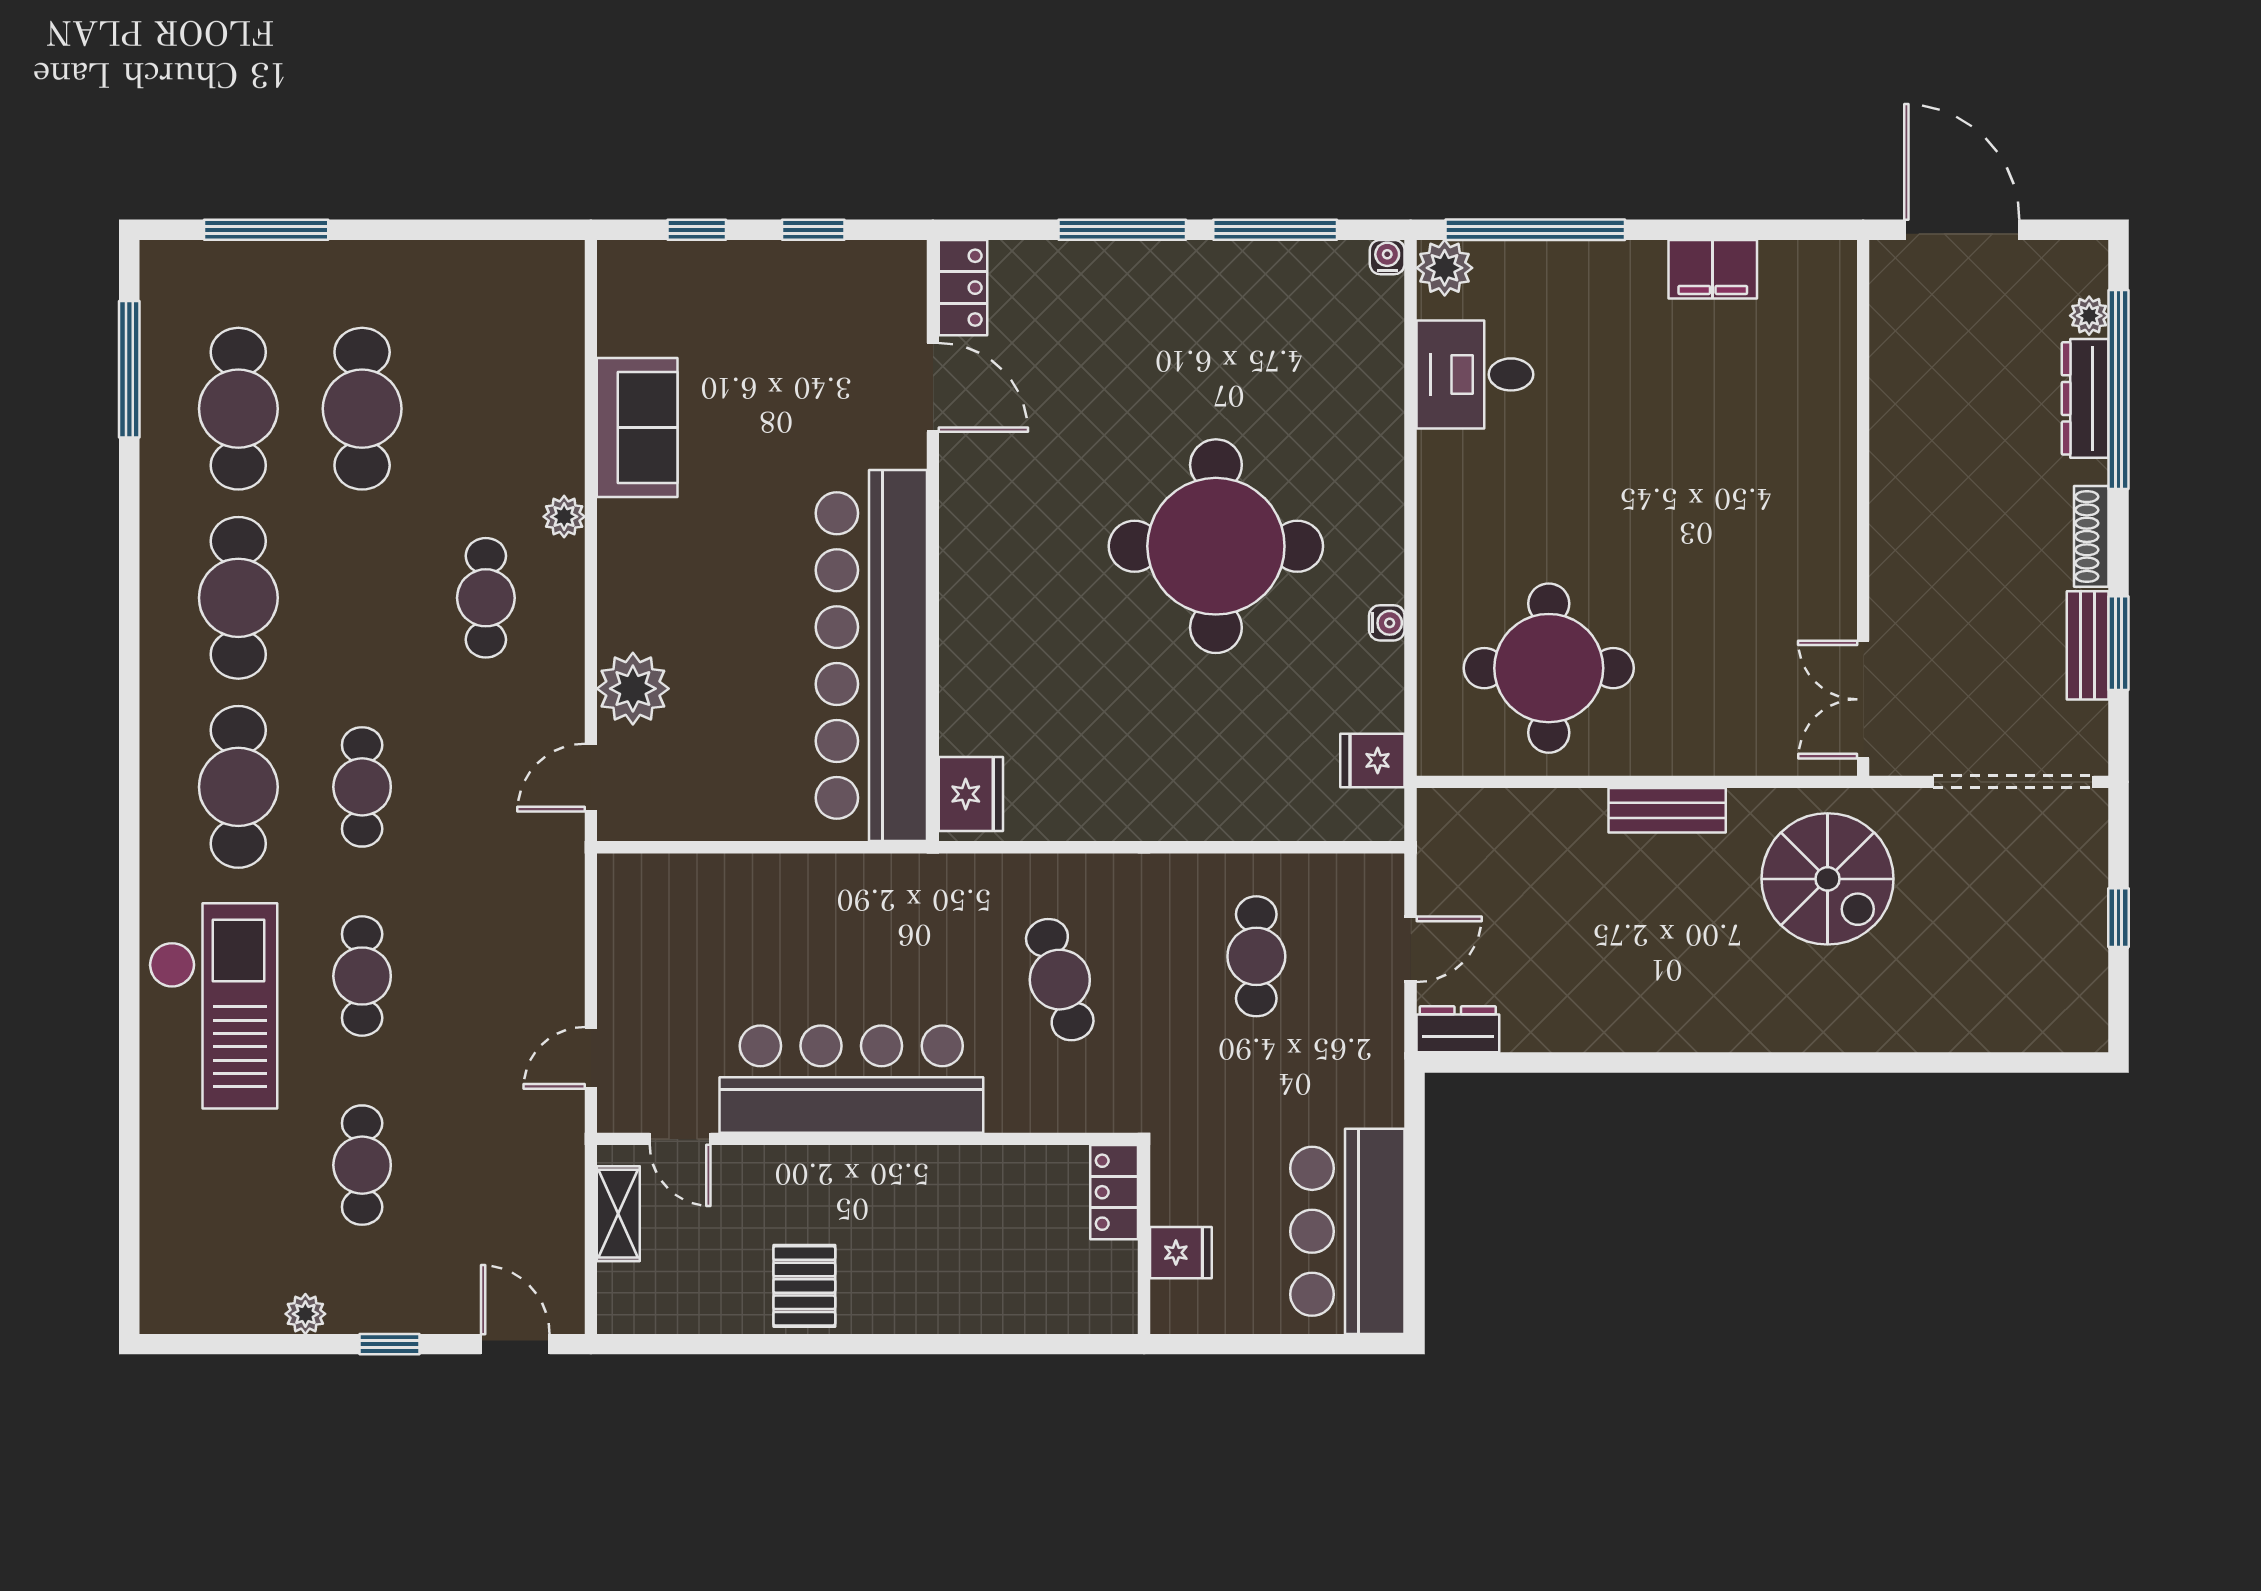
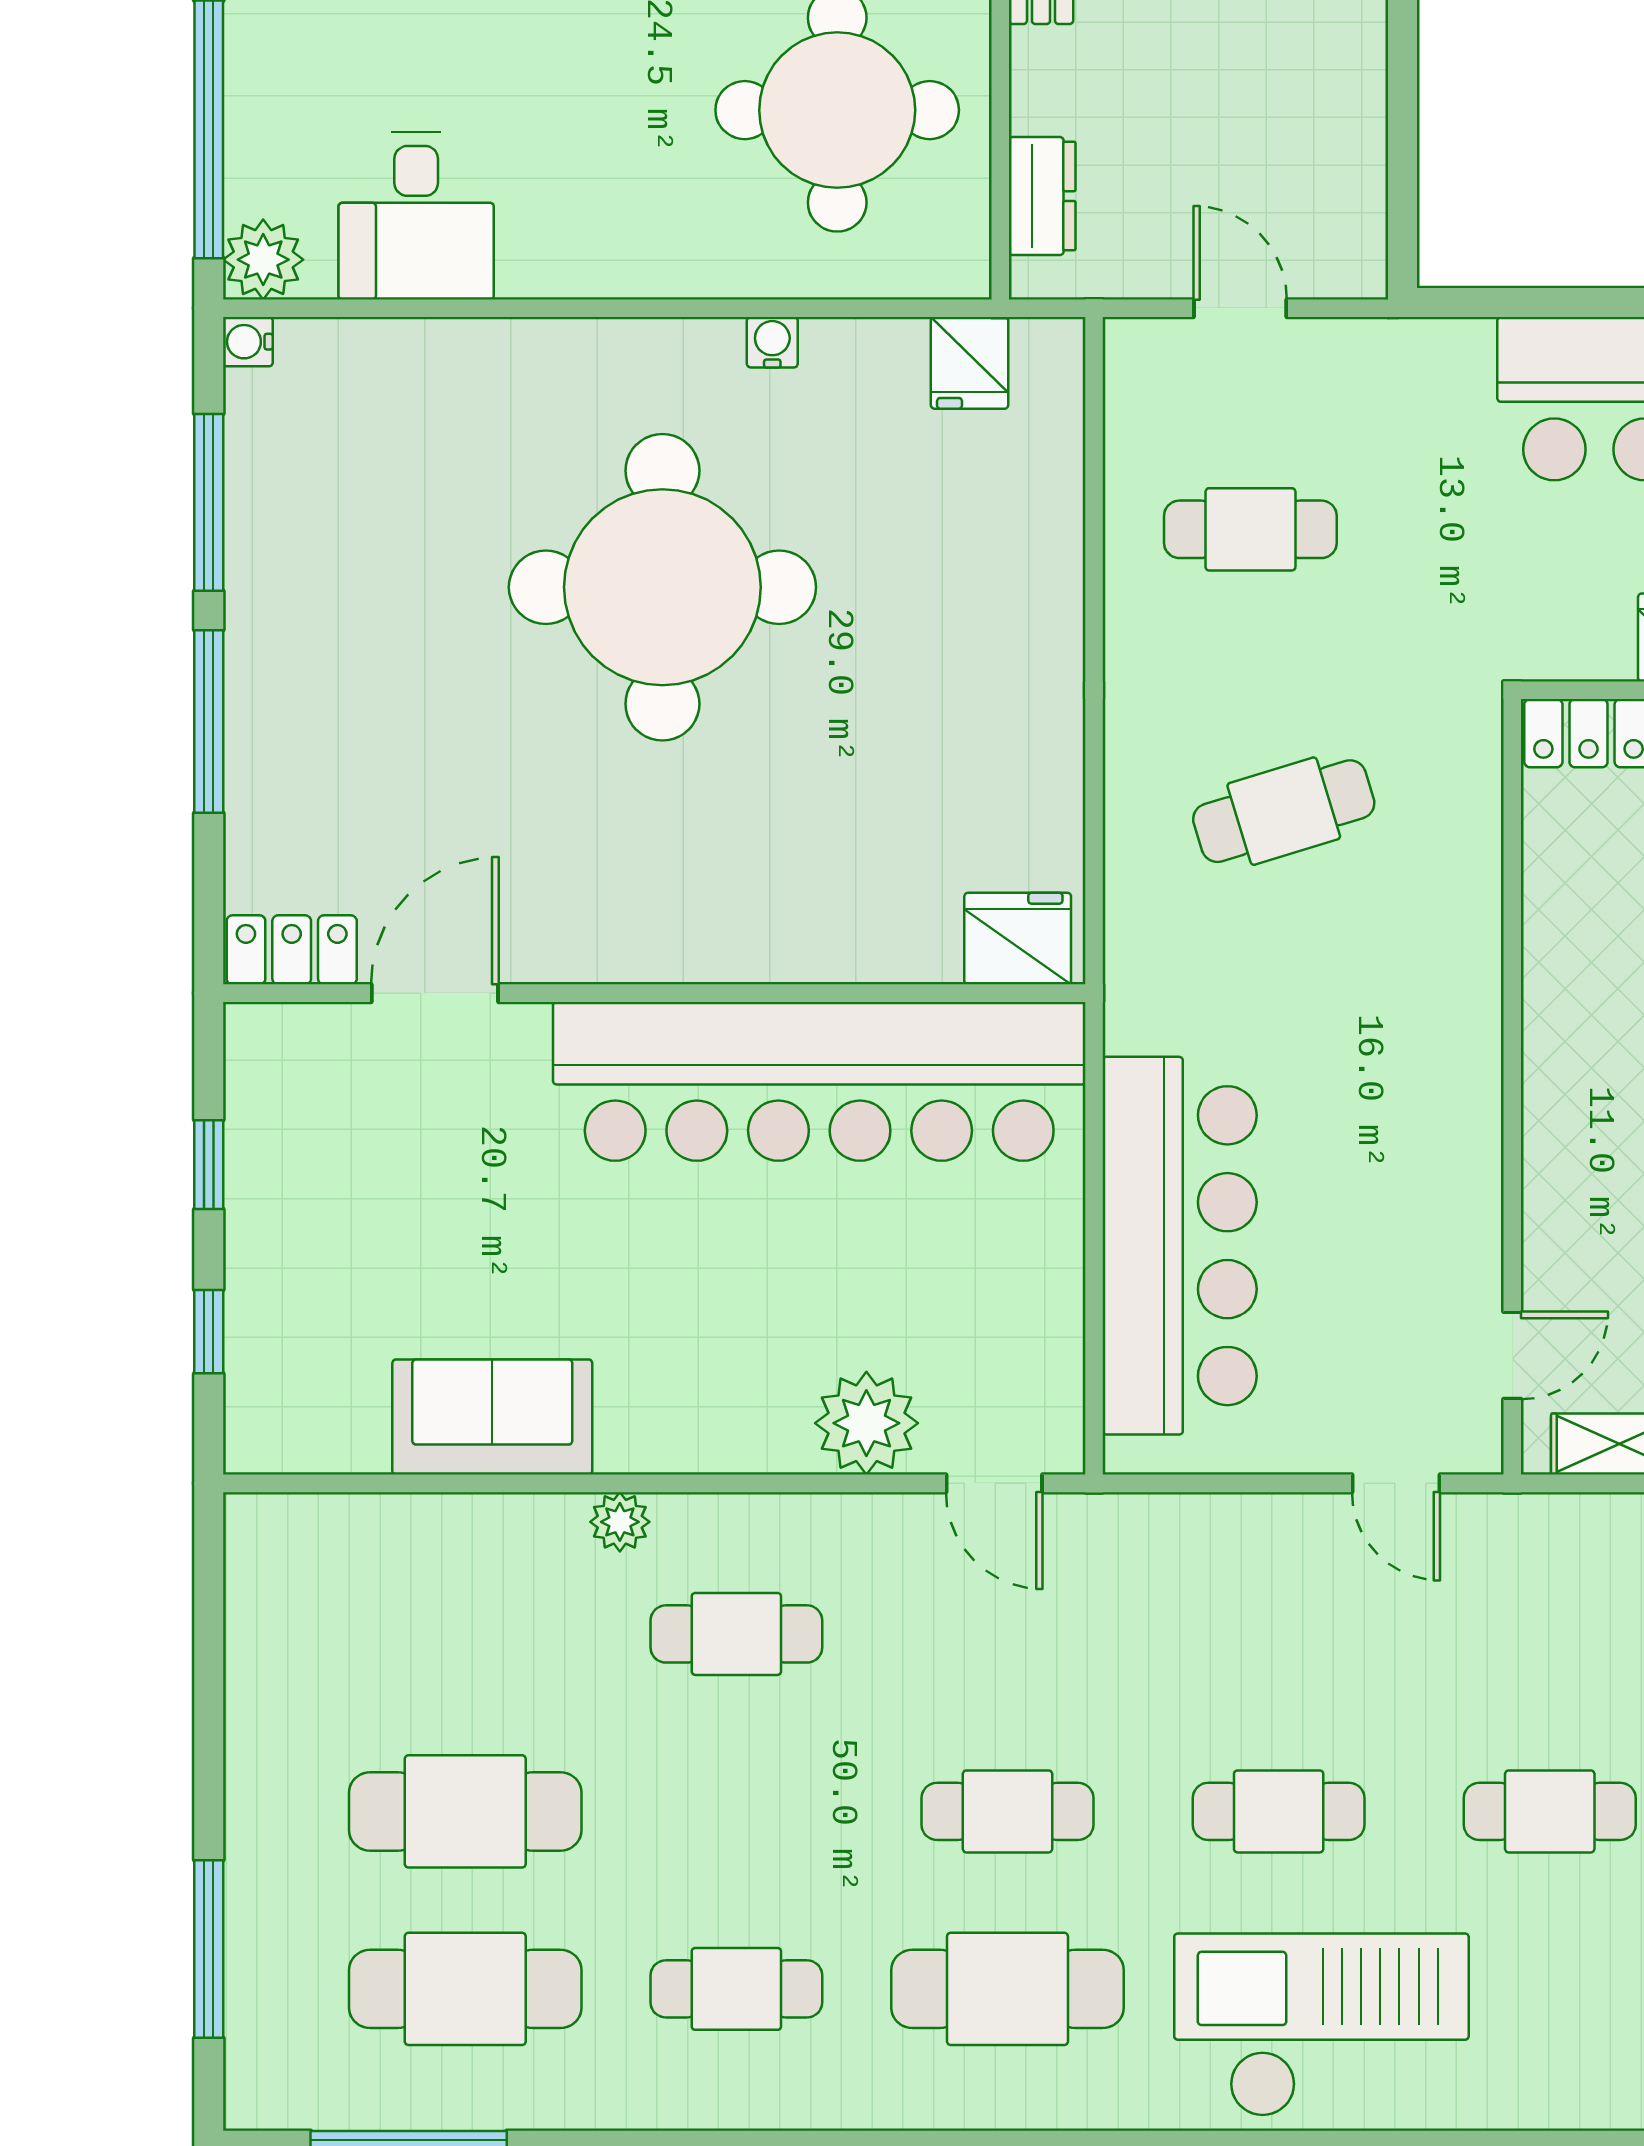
cafe table: (238, 598) -> (736, 1989), width x0.73, depth x0.74
dresser: (1458, 1029) -> (1042, 196), moved, turned 180
bar counter: (851, 1079) -> (1180, 1246), moved, turned 180

